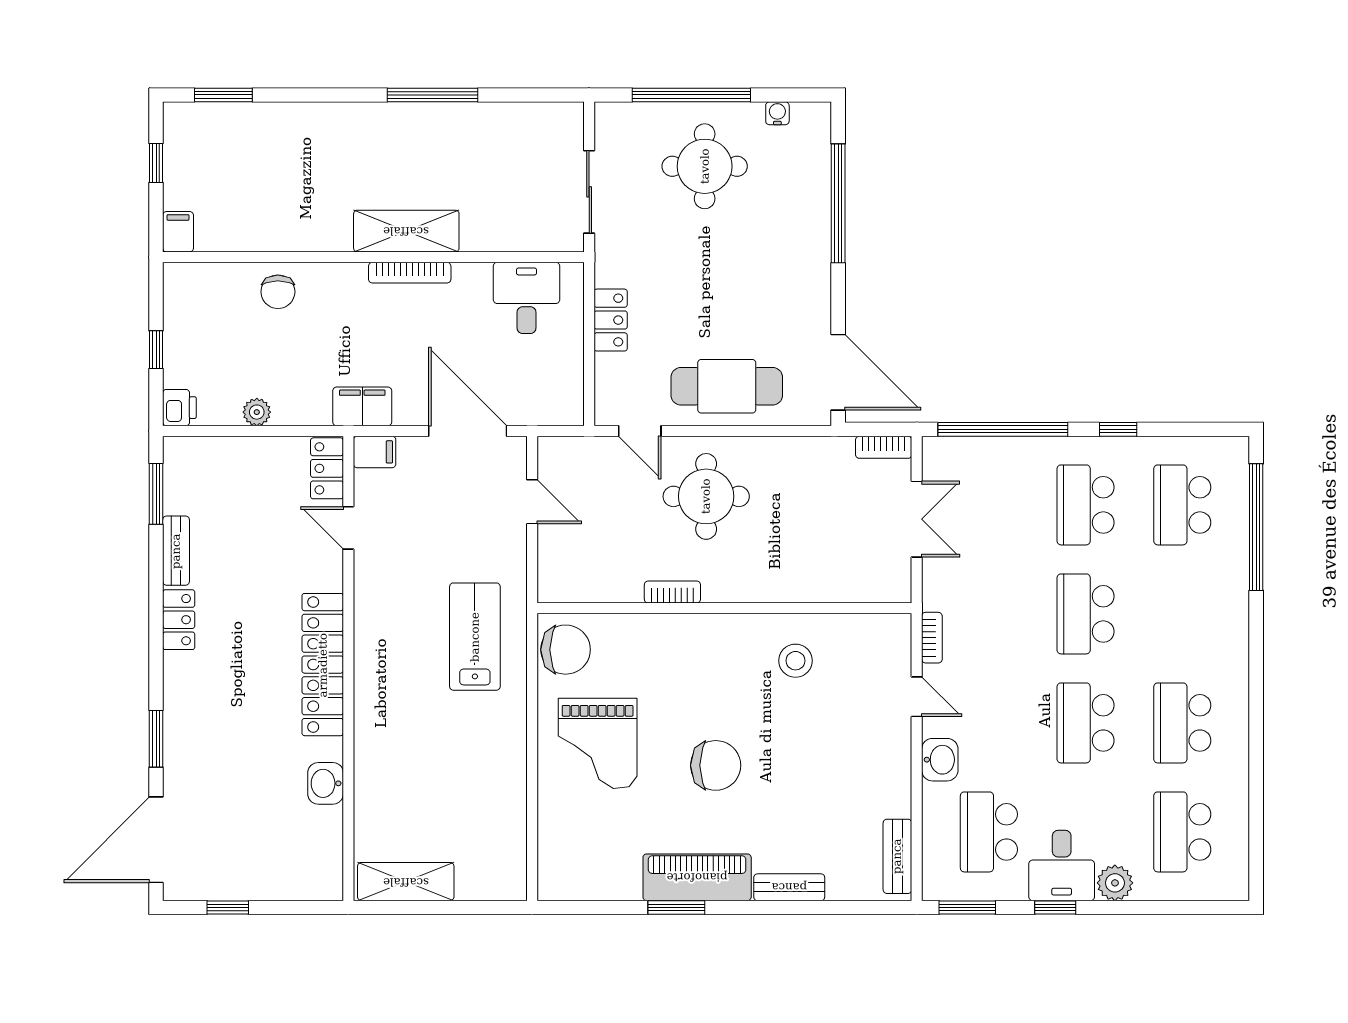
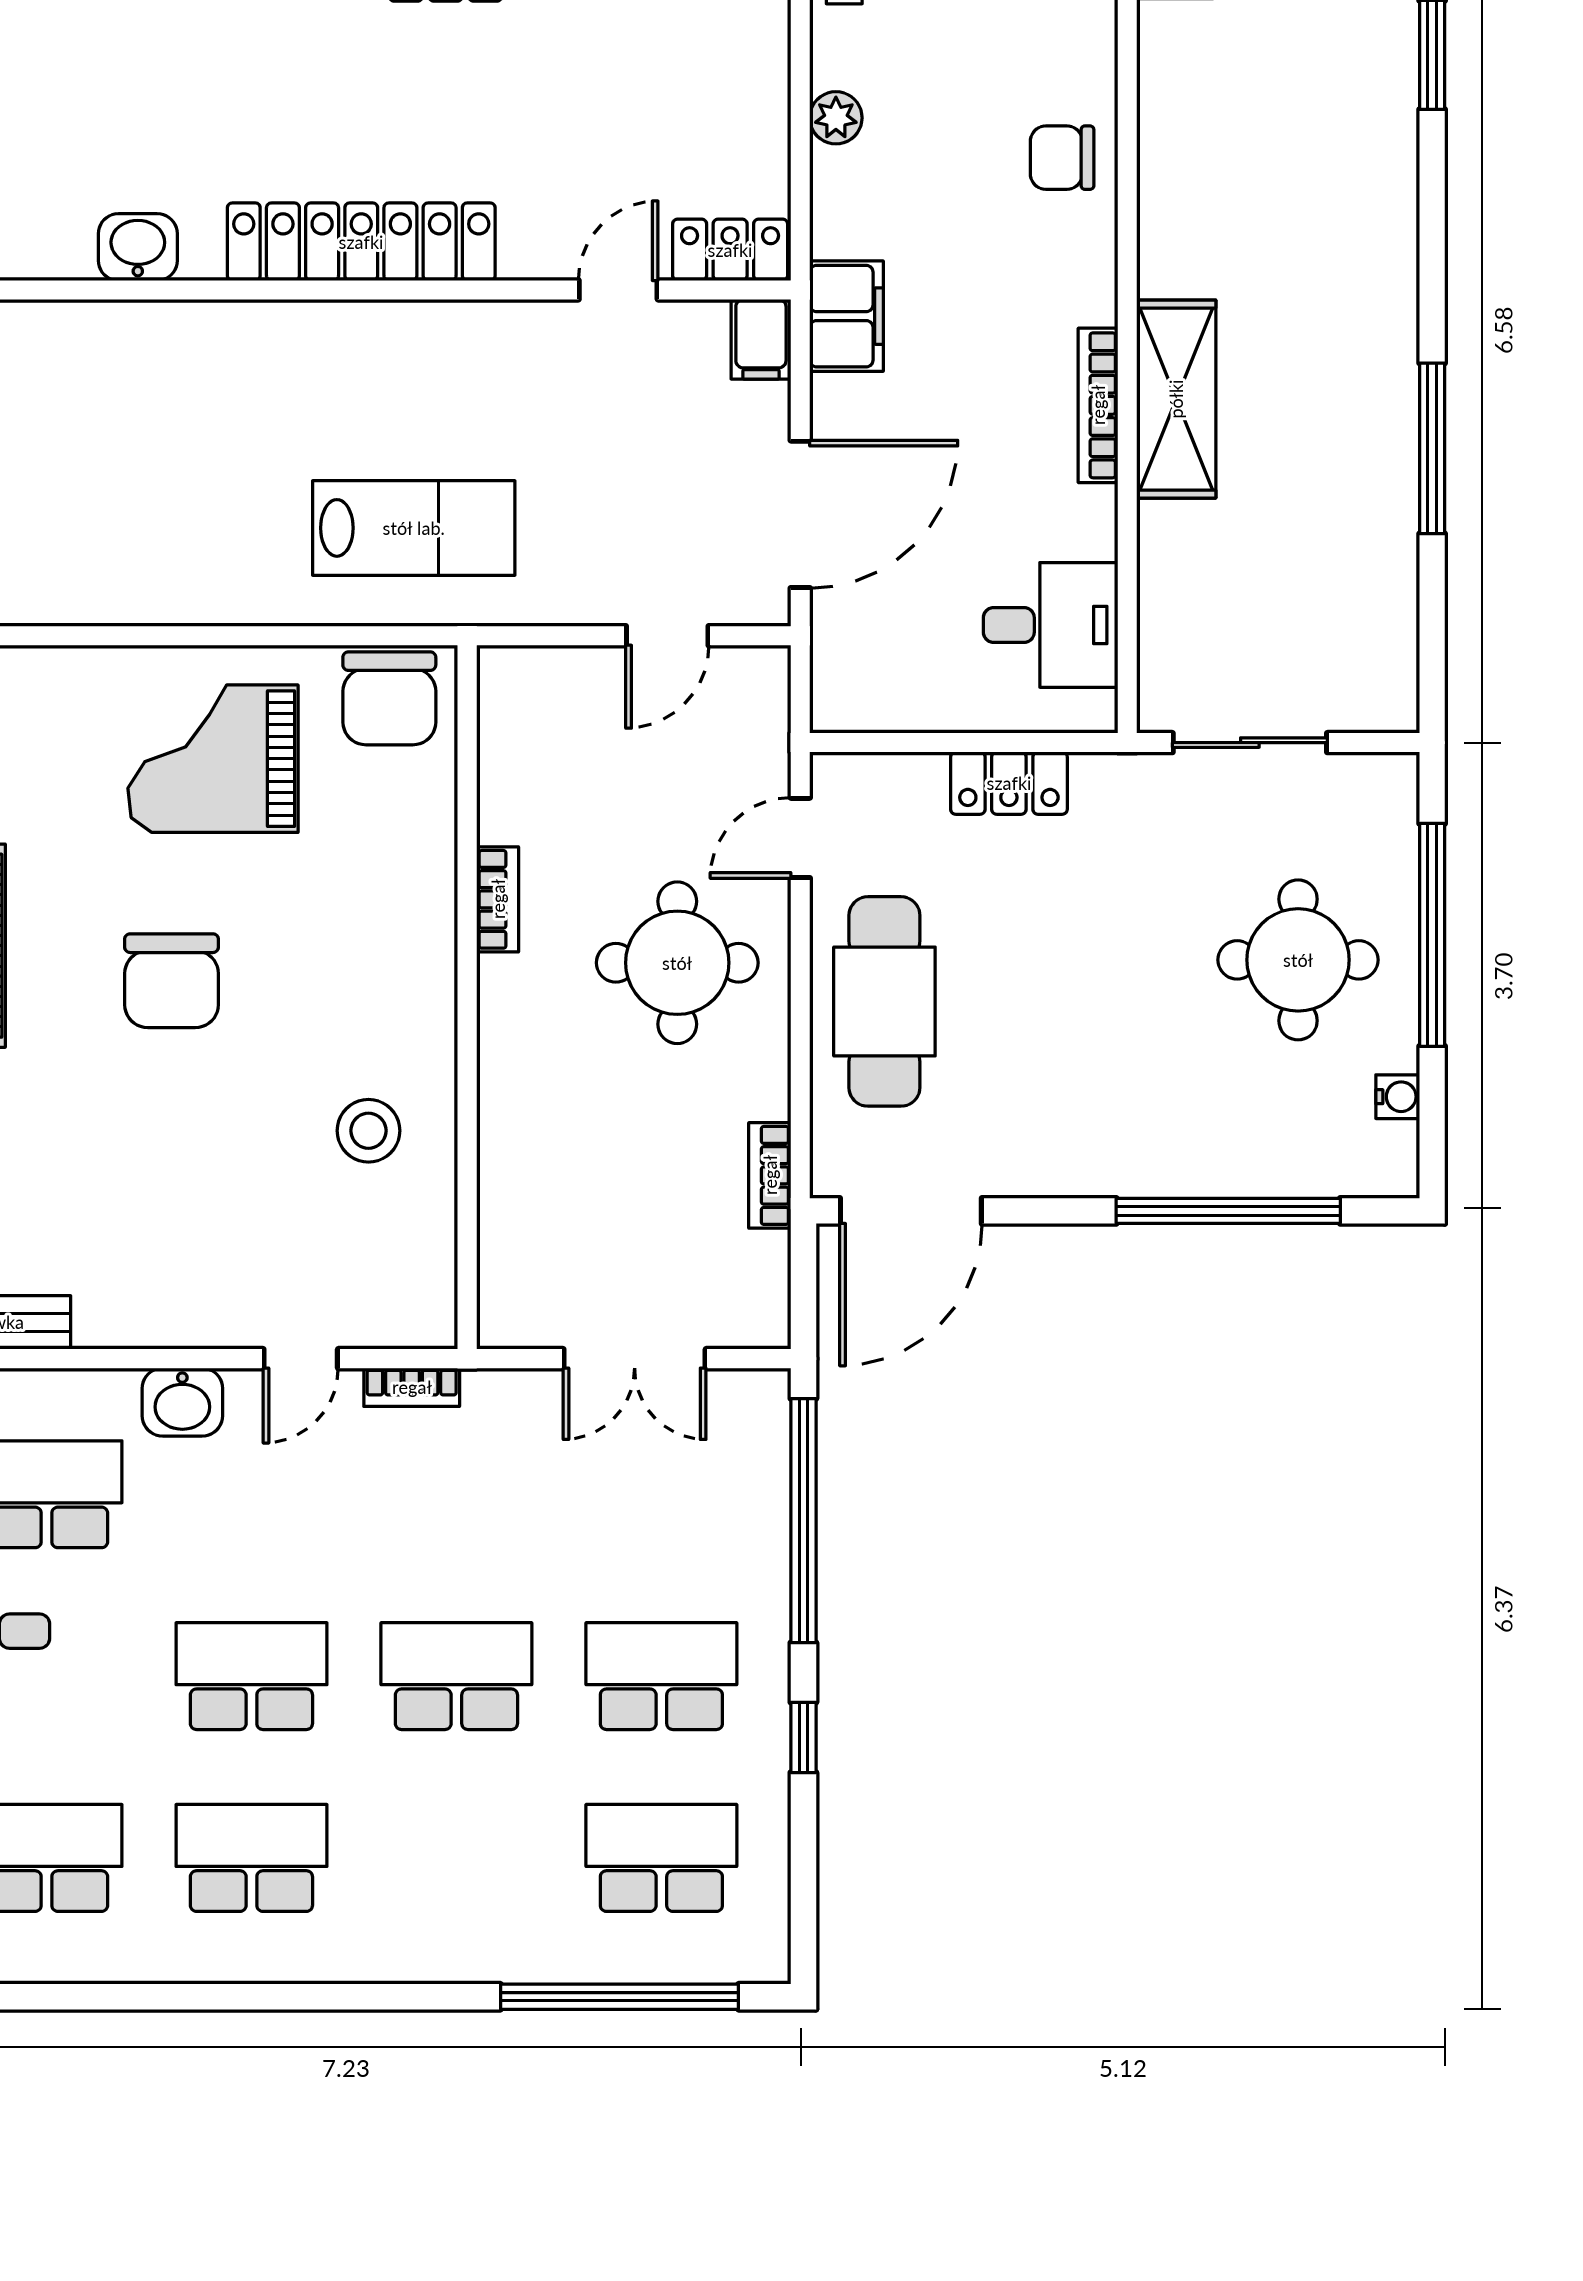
bookcase: (884, 447) -> (770, 1175), moved

